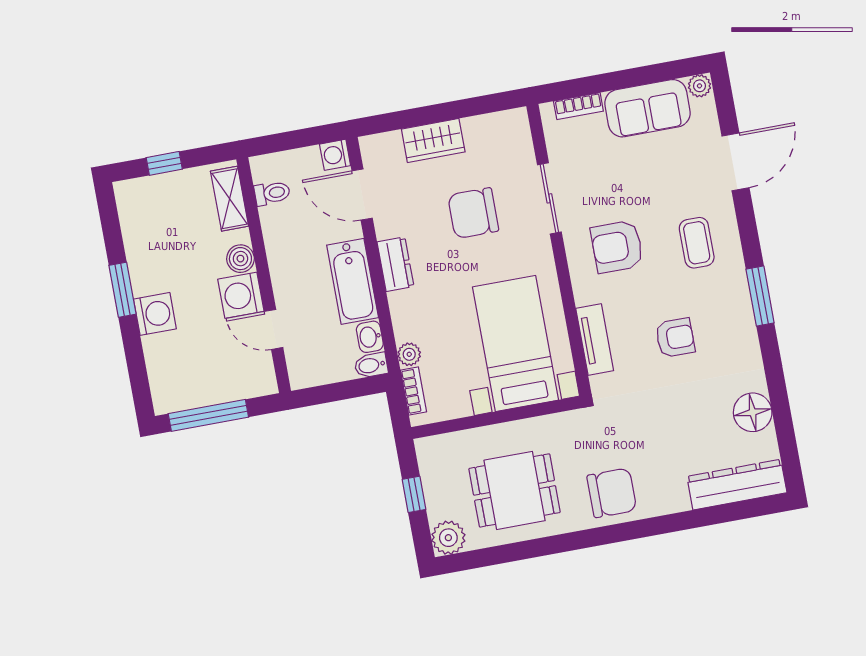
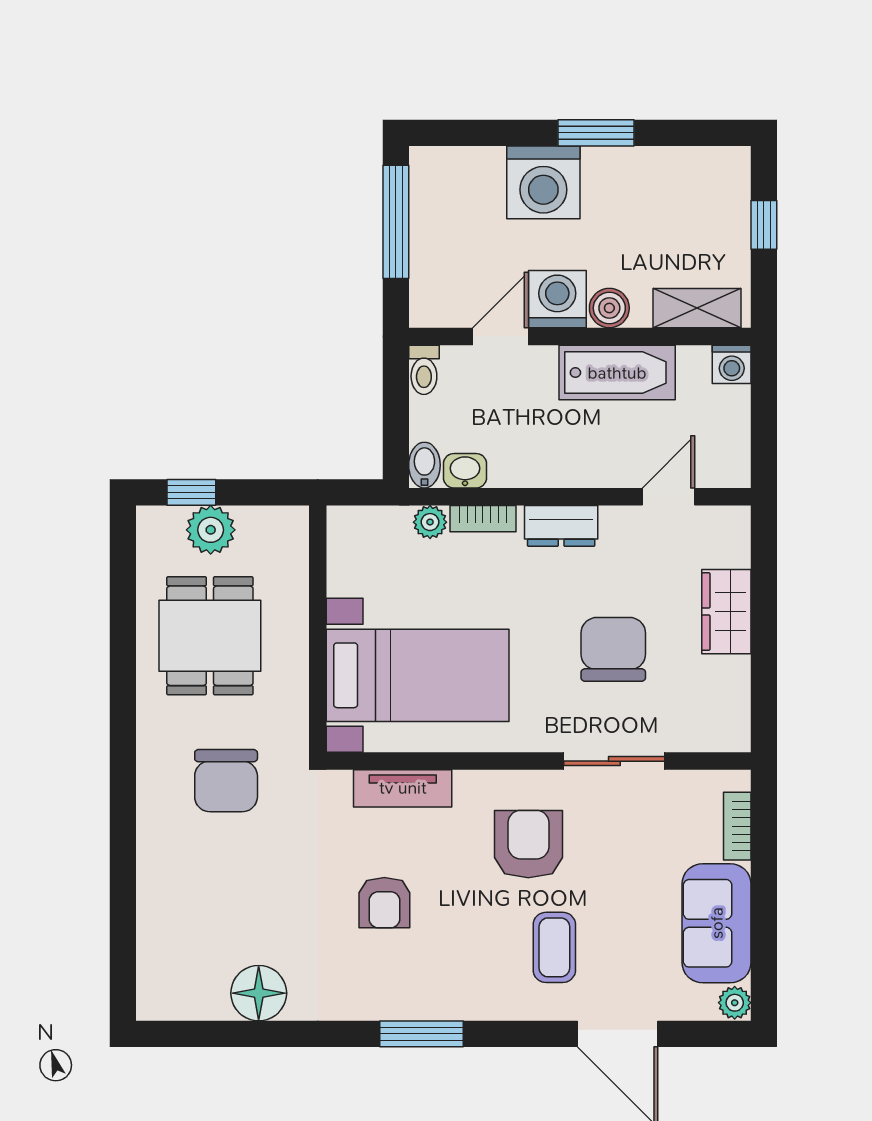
washing machine: (335, 155) -> (732, 364), moved, turned 180
toilet: (272, 193) -> (424, 370), moved
door: (362, 195) -> (668, 497), width x0.73
coffee table: (697, 243) -> (554, 947), moved, turned 90
bathtub: (353, 281) -> (617, 373), moved, turned 180
washing machine: (155, 314) -> (543, 182), width x1.37, depth x1.37
bookcase: (414, 391) -> (483, 519), moved
dresser: (737, 485) -> (160, 952), removed
chair: (612, 493) -> (226, 781), moved
window: (414, 494) -> (191, 492), moved
plant: (448, 538) -> (211, 530), moved

